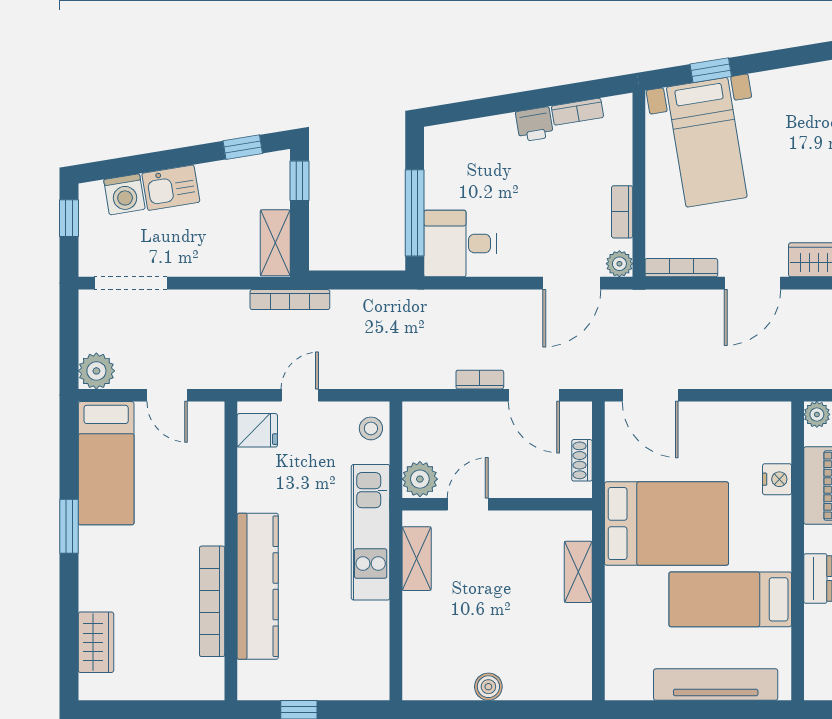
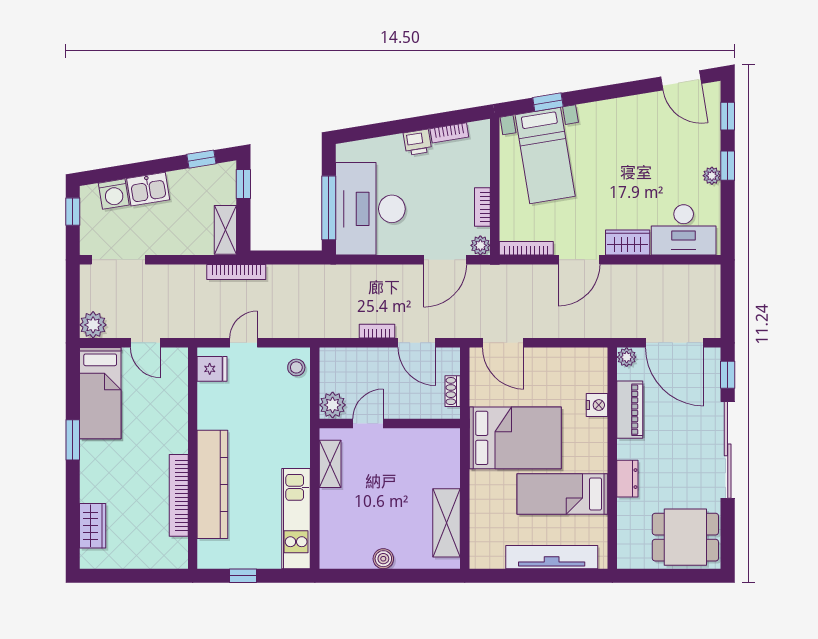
desk: (460, 243) -> (370, 209), width x1.87, depth x1.30
kitchen unit: (371, 532) -> (296, 519), moved
shelving: (578, 572) -> (446, 523), moved, width x1.50, depth x1.33

